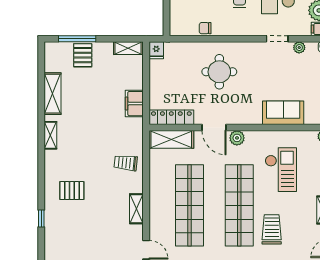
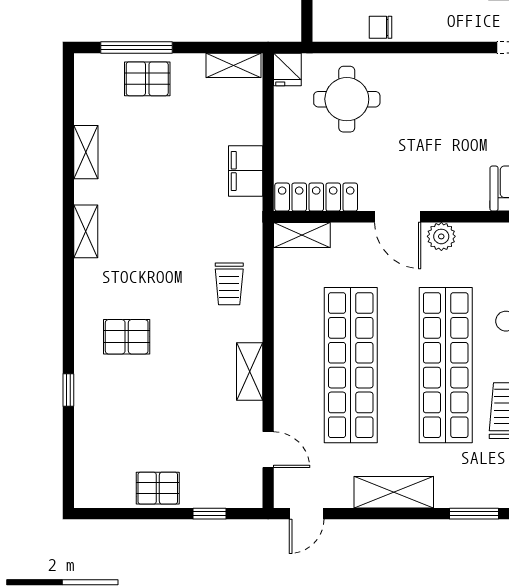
pallet: (83, 55) -> (147, 79), turned 90
round table: (219, 72) -> (347, 99), moved
shelving: (53, 94) -> (86, 152), width x0.67, depth x0.75
shelving: (171, 139) -> (302, 235), width x0.67, depth x0.75
trolley: (126, 163) -> (229, 284), turned -96

